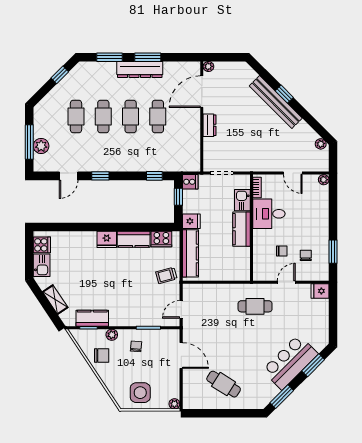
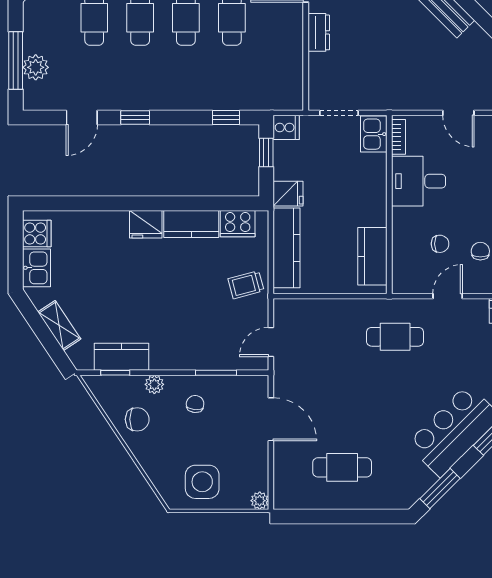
kitchen sink: (242, 200) -> (374, 134), moved
kitchen counter: (242, 229) -> (372, 256), moved
cafe table: (224, 384) -> (342, 467), turned -32

